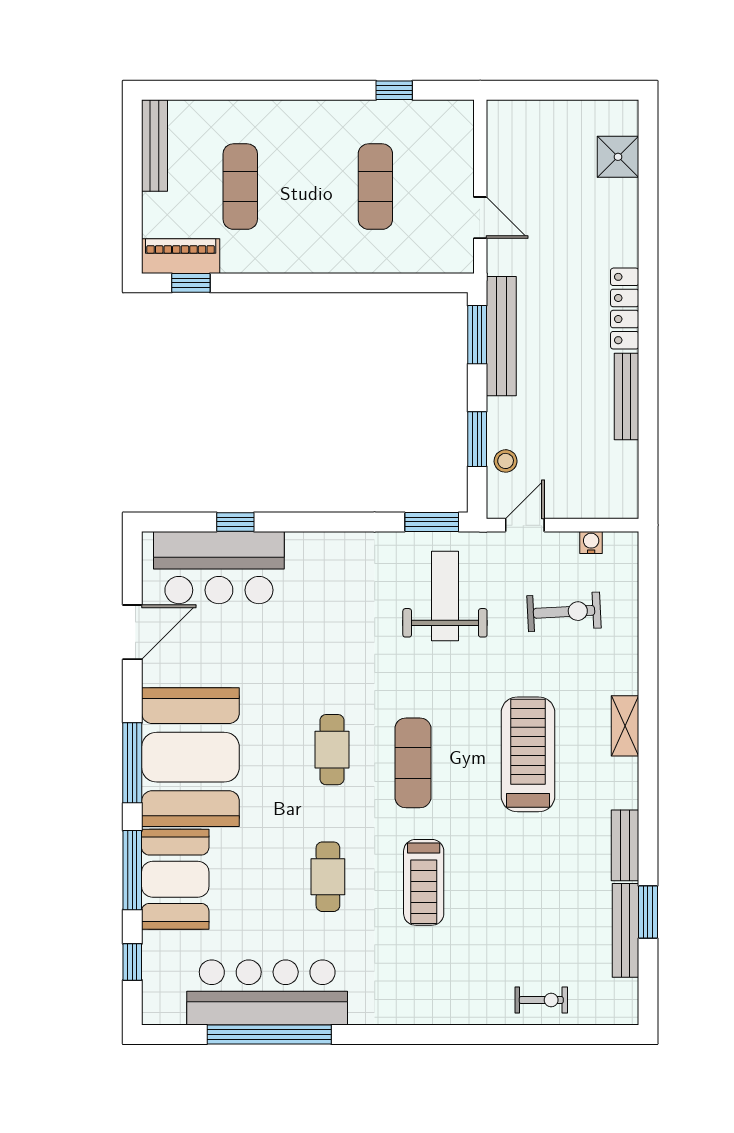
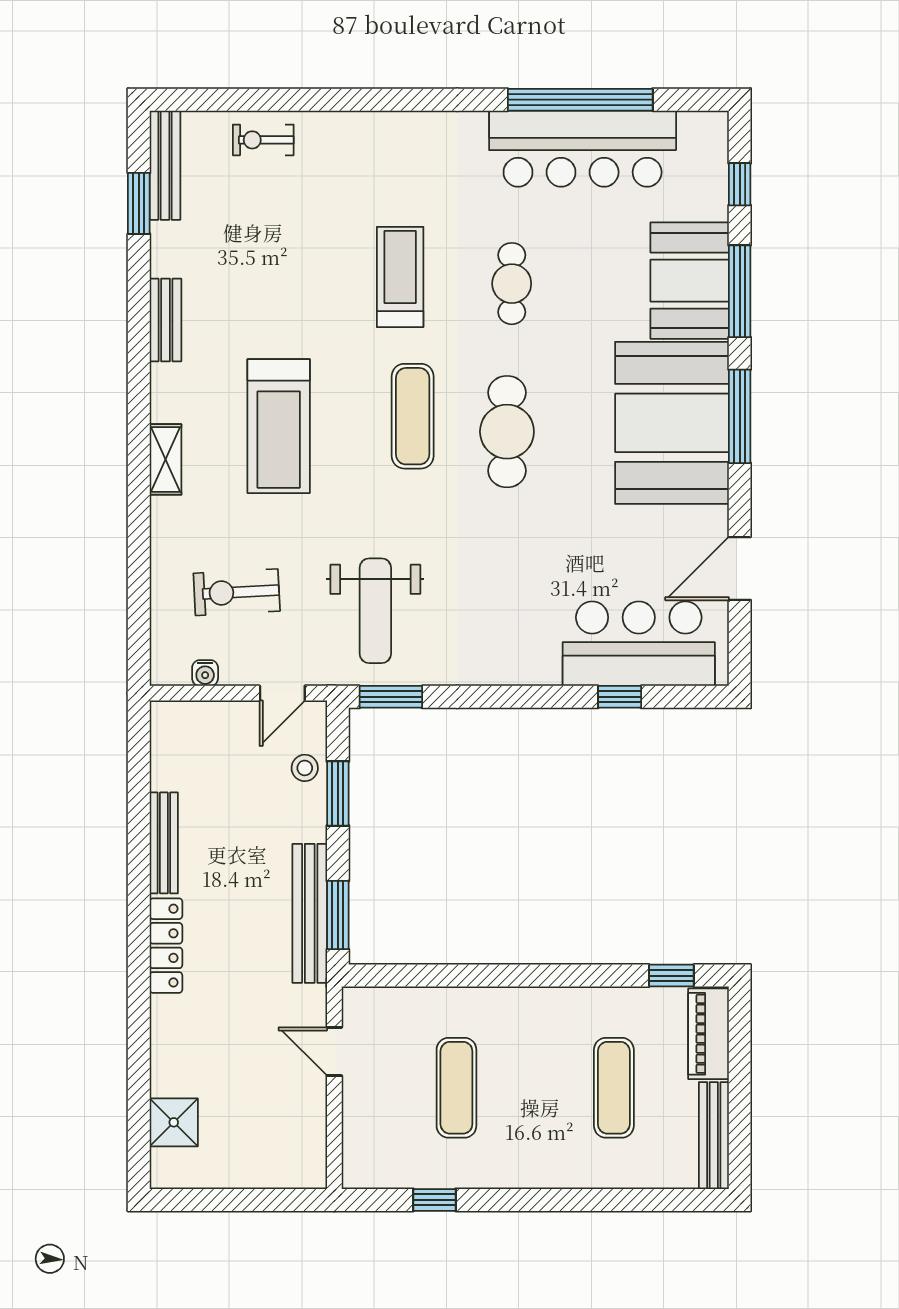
piano: (181, 256) -> (708, 1034), moved, turned 90
cafe table: (332, 750) -> (507, 432), width x1.37, depth x1.35
window: (648, 912) -> (139, 203), moved
bench: (625, 930) -> (165, 165), moved

